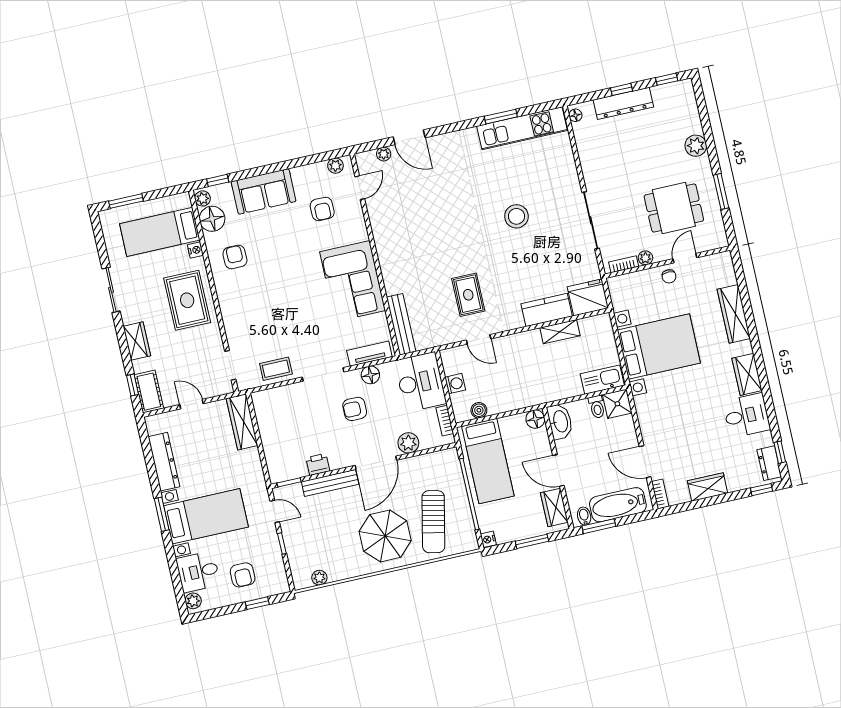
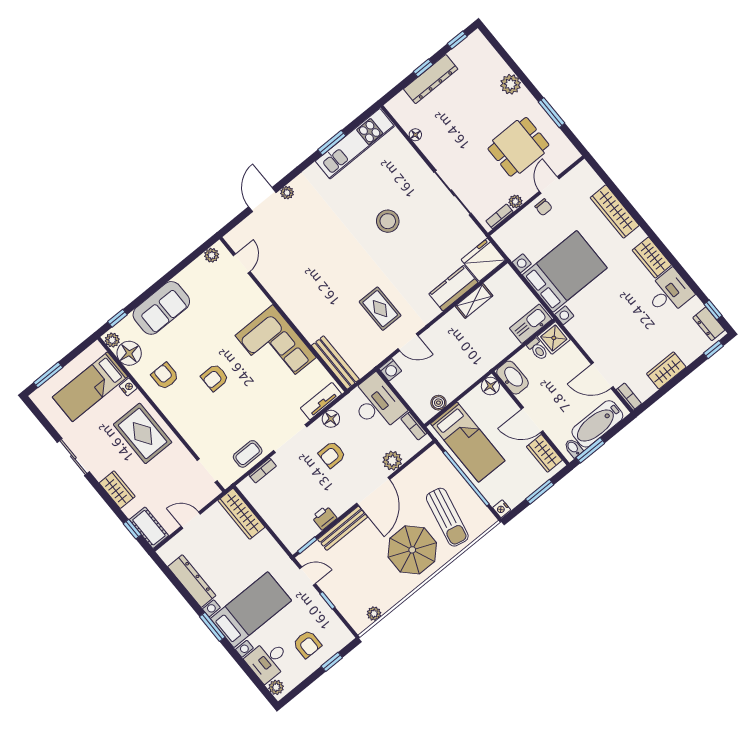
floor lamp: (575, 115) -> (415, 135), moved
door: (409, 137) -> (262, 200), swing flipped
plant: (384, 154) -> (287, 193), moved
armchair: (322, 209) -> (215, 378), moved, turned 90
washing machine: (455, 384) -> (390, 370), moved, turned 90
bookcase: (282, 391) -> (263, 471), added

